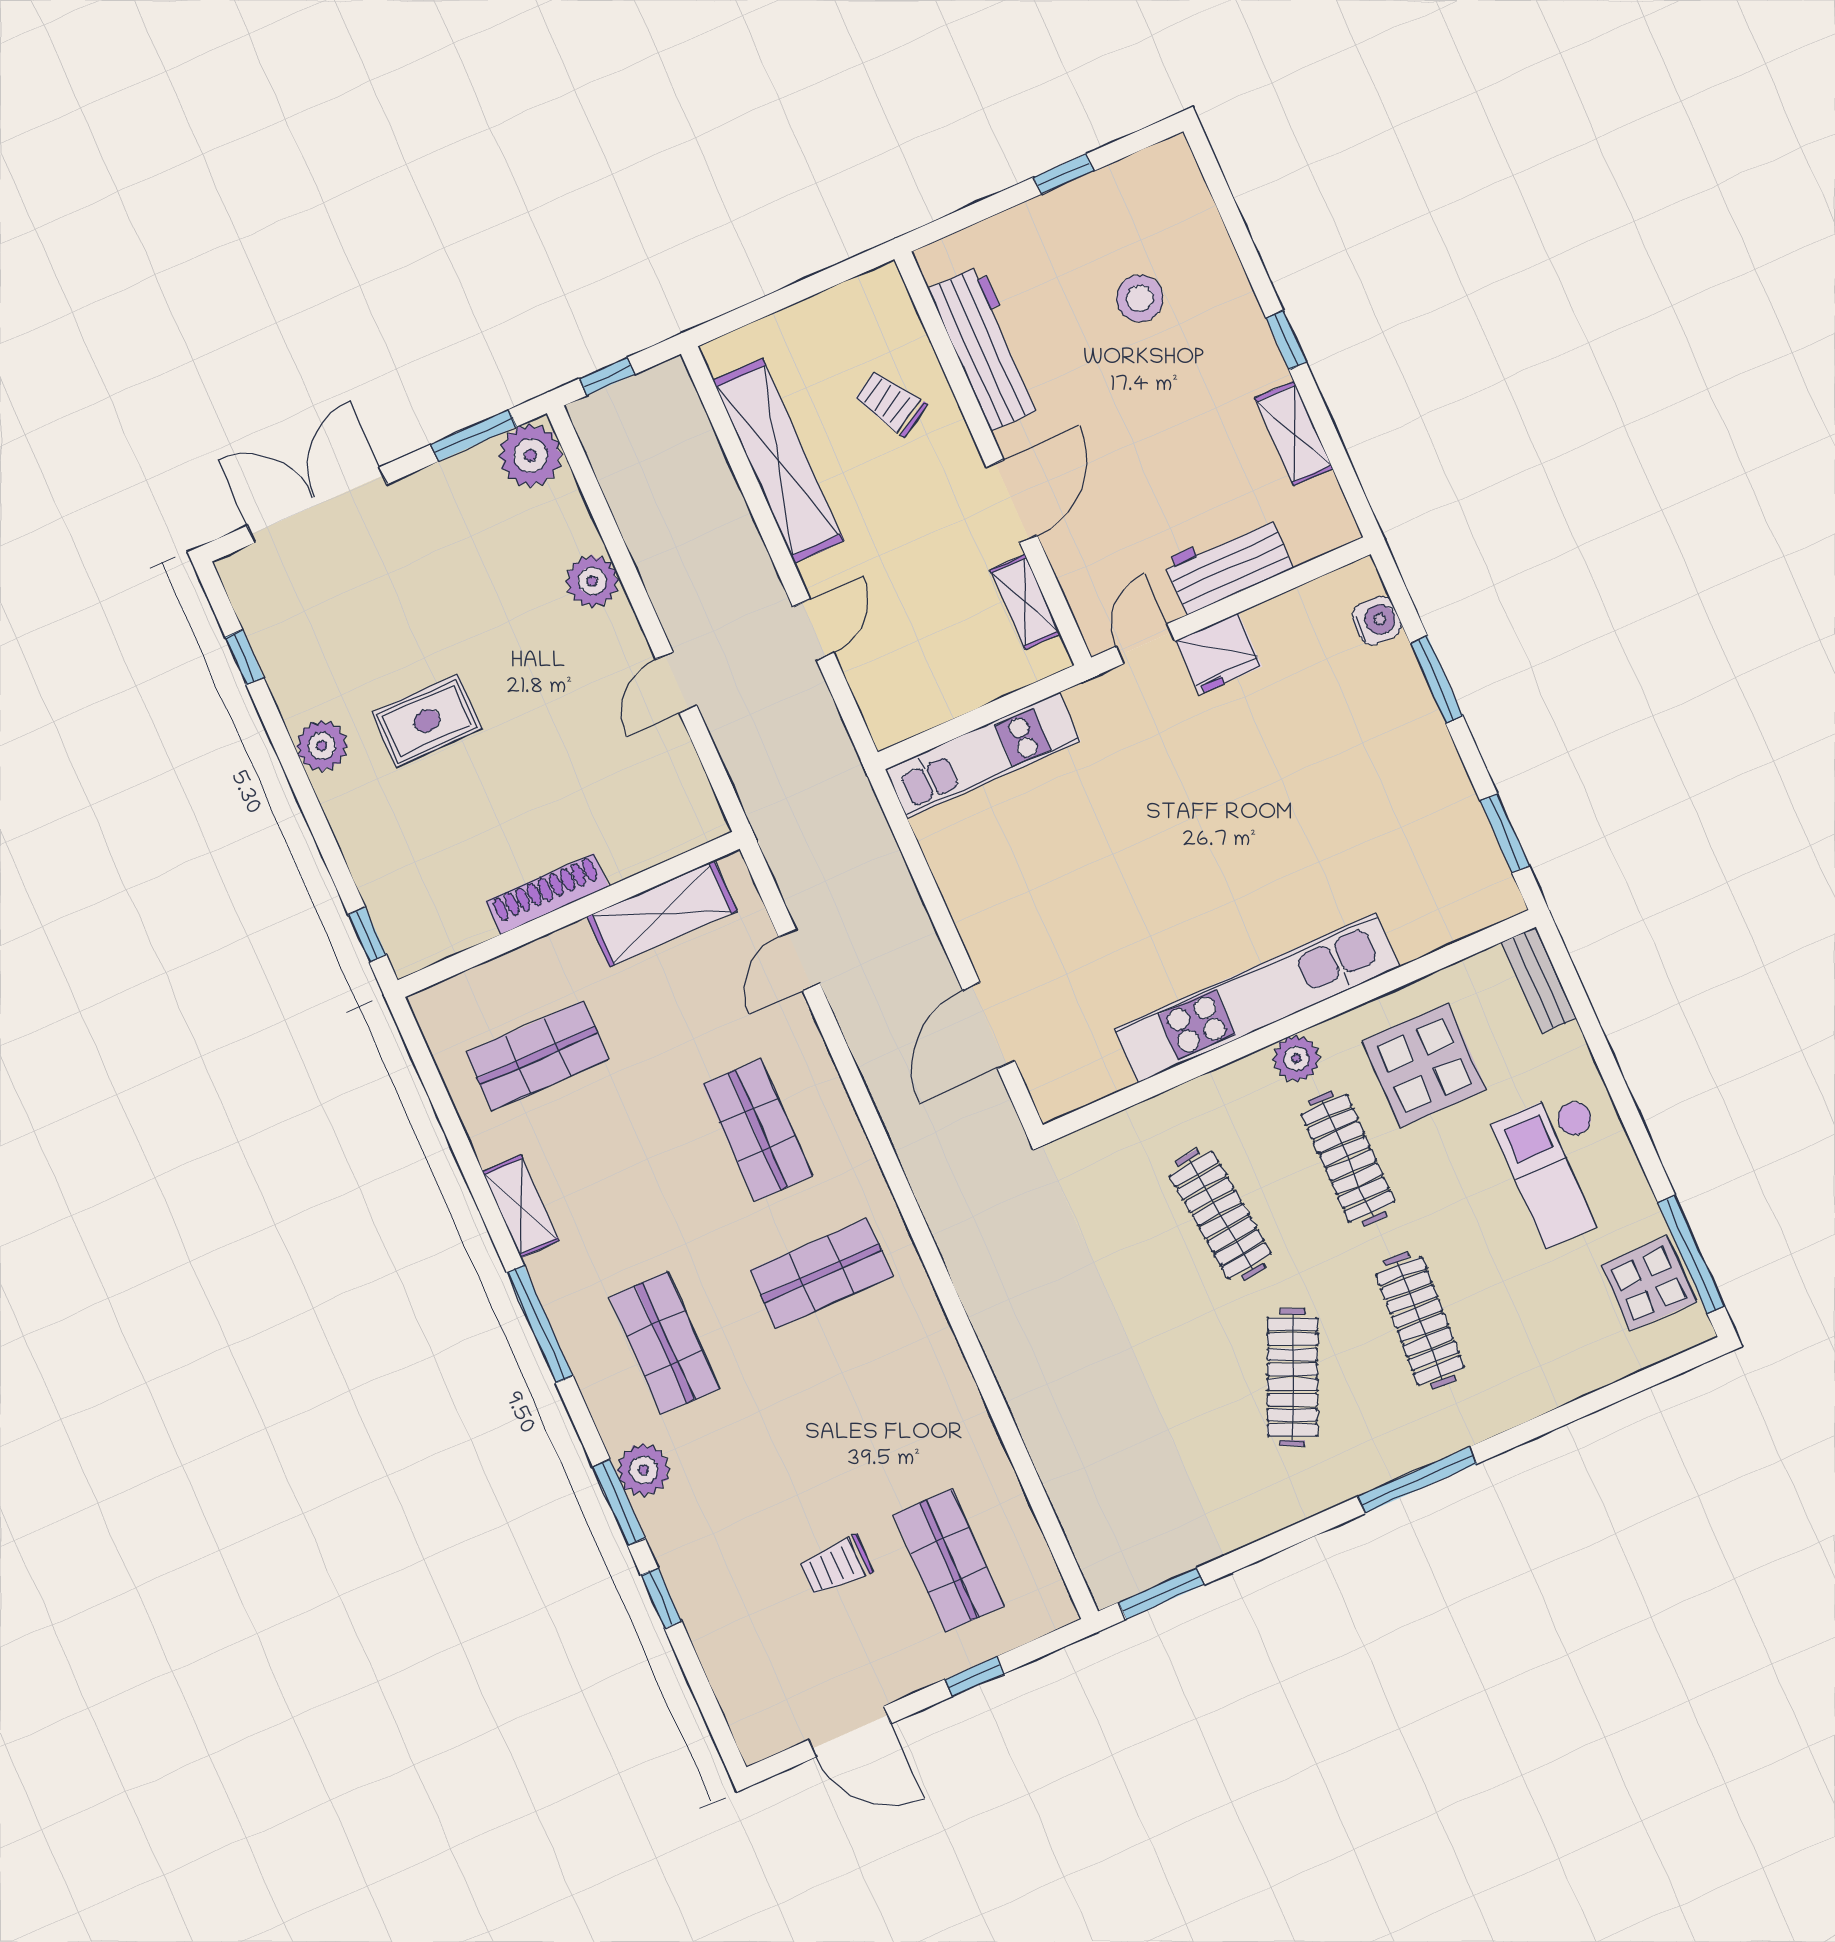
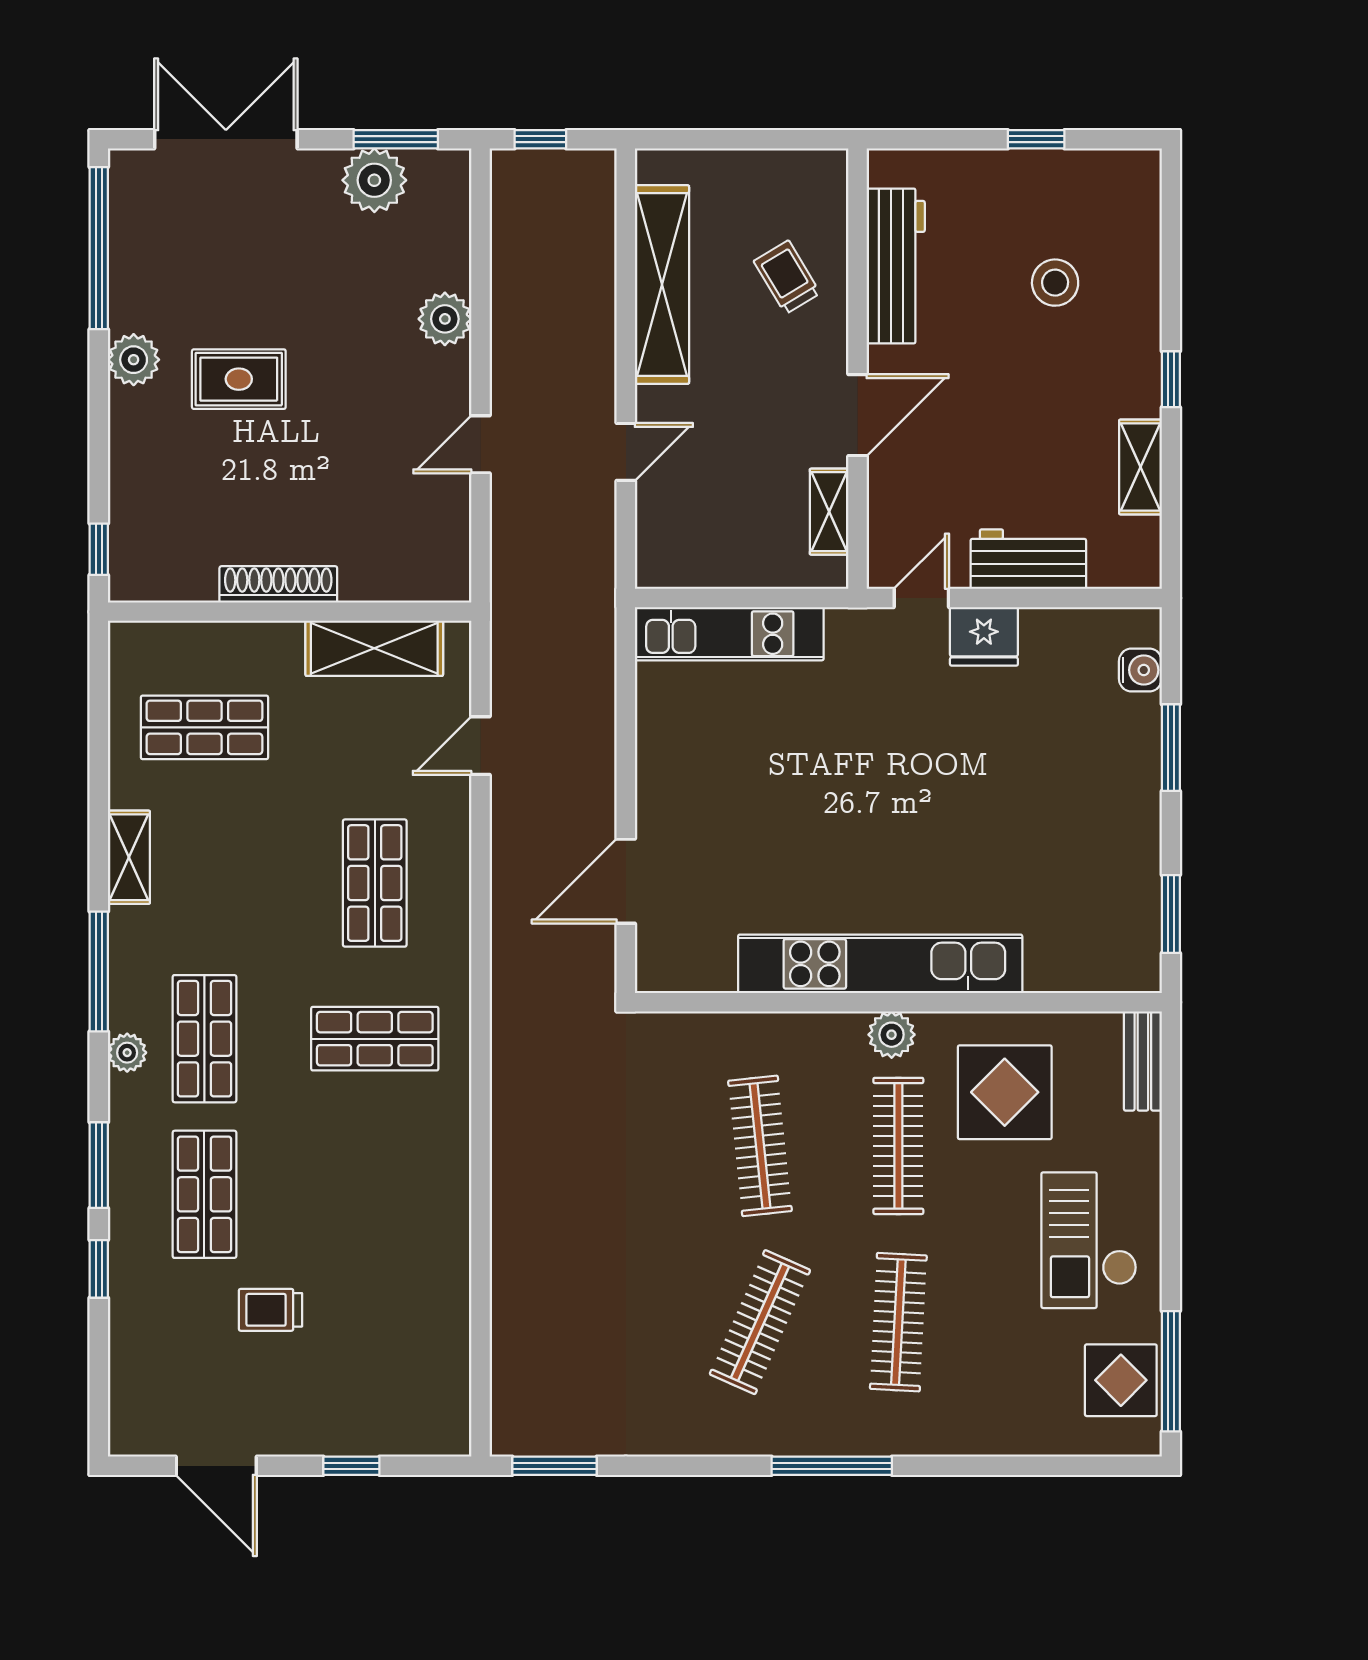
plant: (531, 456) -> (374, 180), moved
window: (244, 657) -> (99, 248), width x3.17
plant: (644, 1470) -> (127, 1053), moved, width x0.73, depth x0.73
shop shelf: (949, 1560) -> (204, 1194), moved

